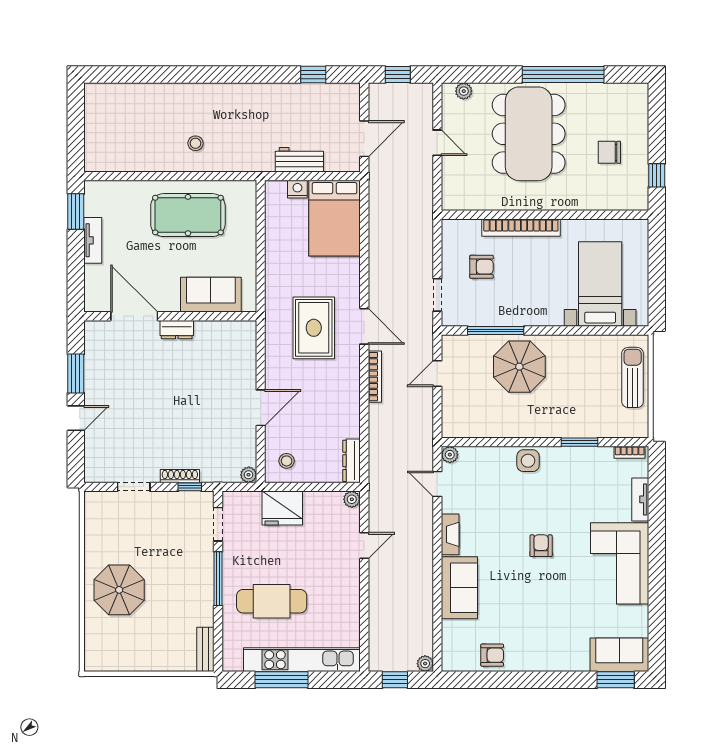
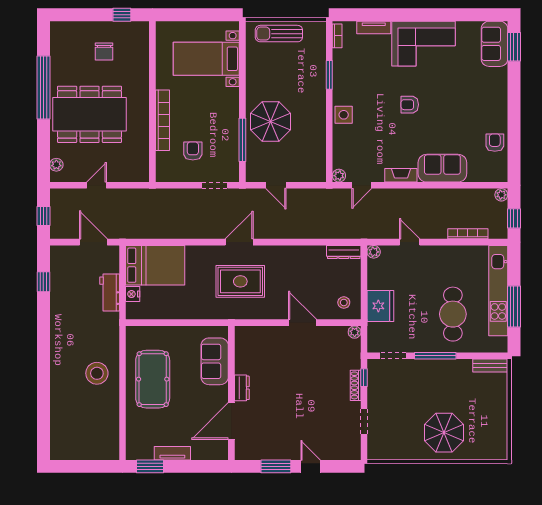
stool: (195, 143) -> (97, 373), width x1.89, depth x1.89
bookcase: (375, 377) -> (468, 234), moved

